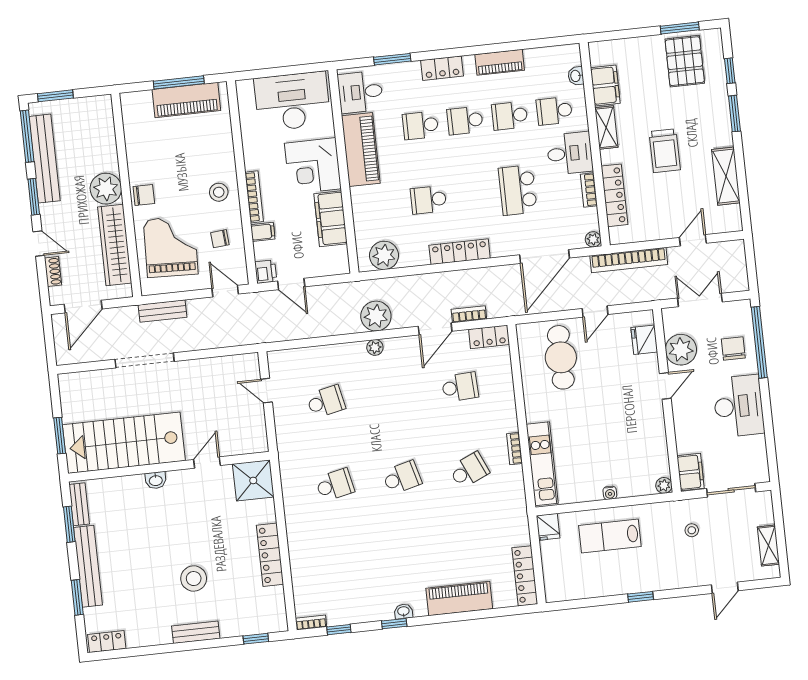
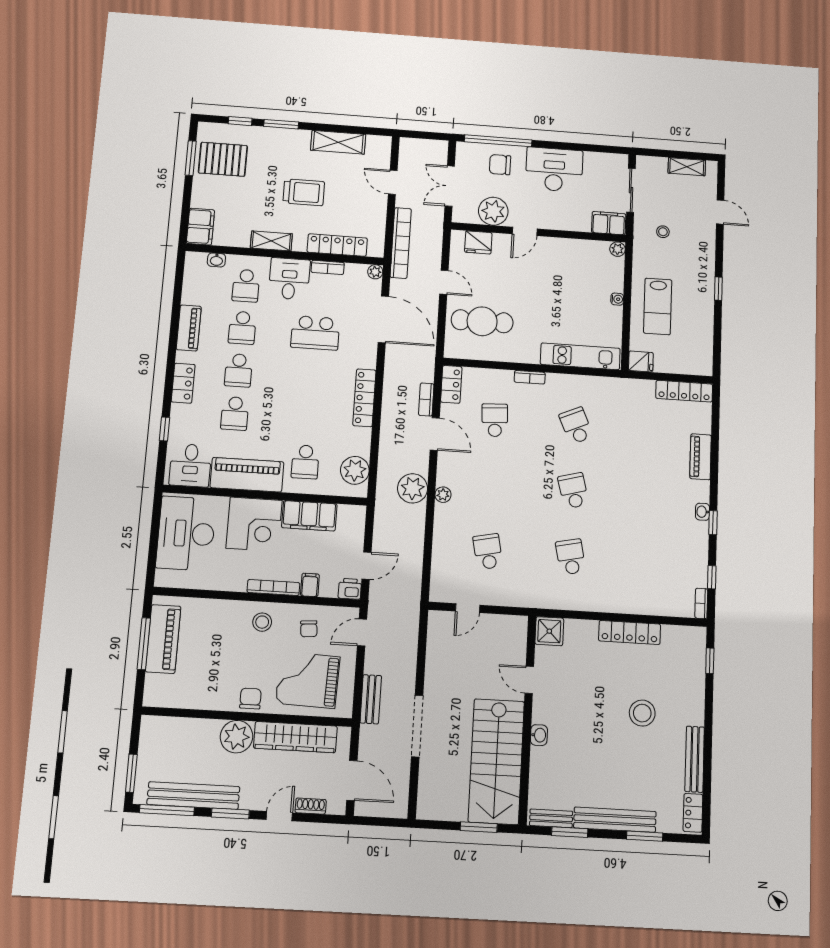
window: (392, 59) -> (165, 429), width x0.67
filing cabinet: (605, 85) -> (200, 227), moved, turned 90
school desk: (428, 200) -> (305, 462), moved
door: (665, 386) -> (525, 231), swing flipped
bookcase: (514, 449) -> (530, 377), moved
shower: (253, 480) -> (549, 631), width x0.73, depth x0.73
piano: (459, 598) -> (701, 457), width x0.73, depth x0.75
bench: (196, 632) -> (695, 759), moved, width x1.36

